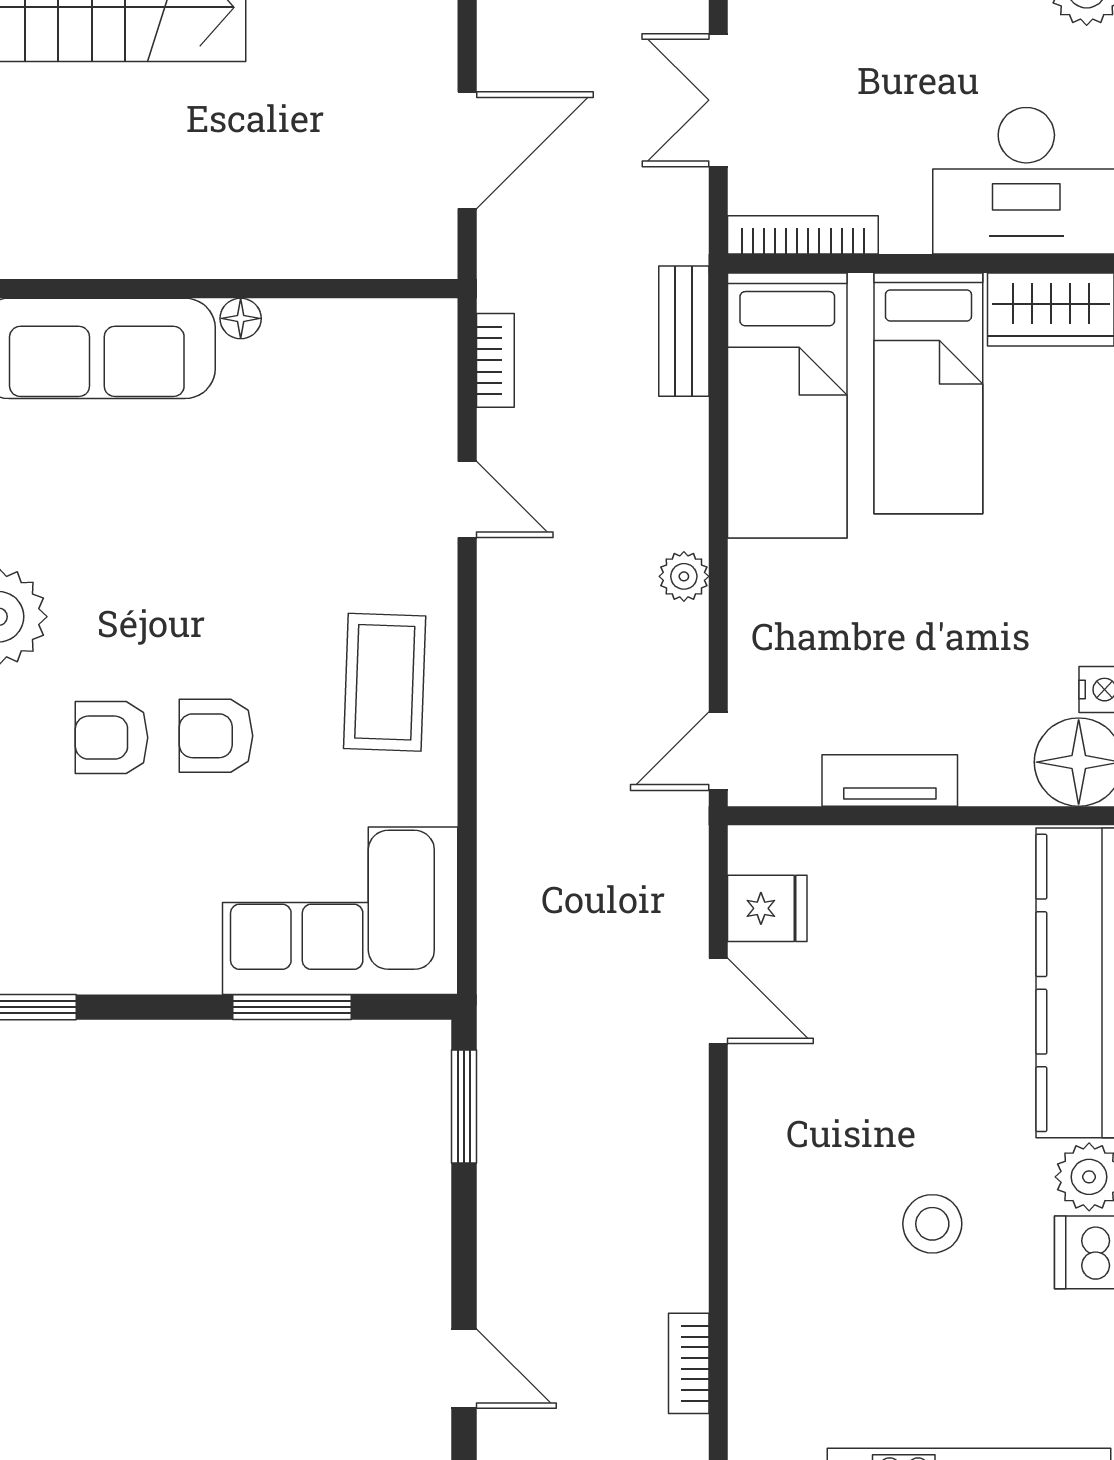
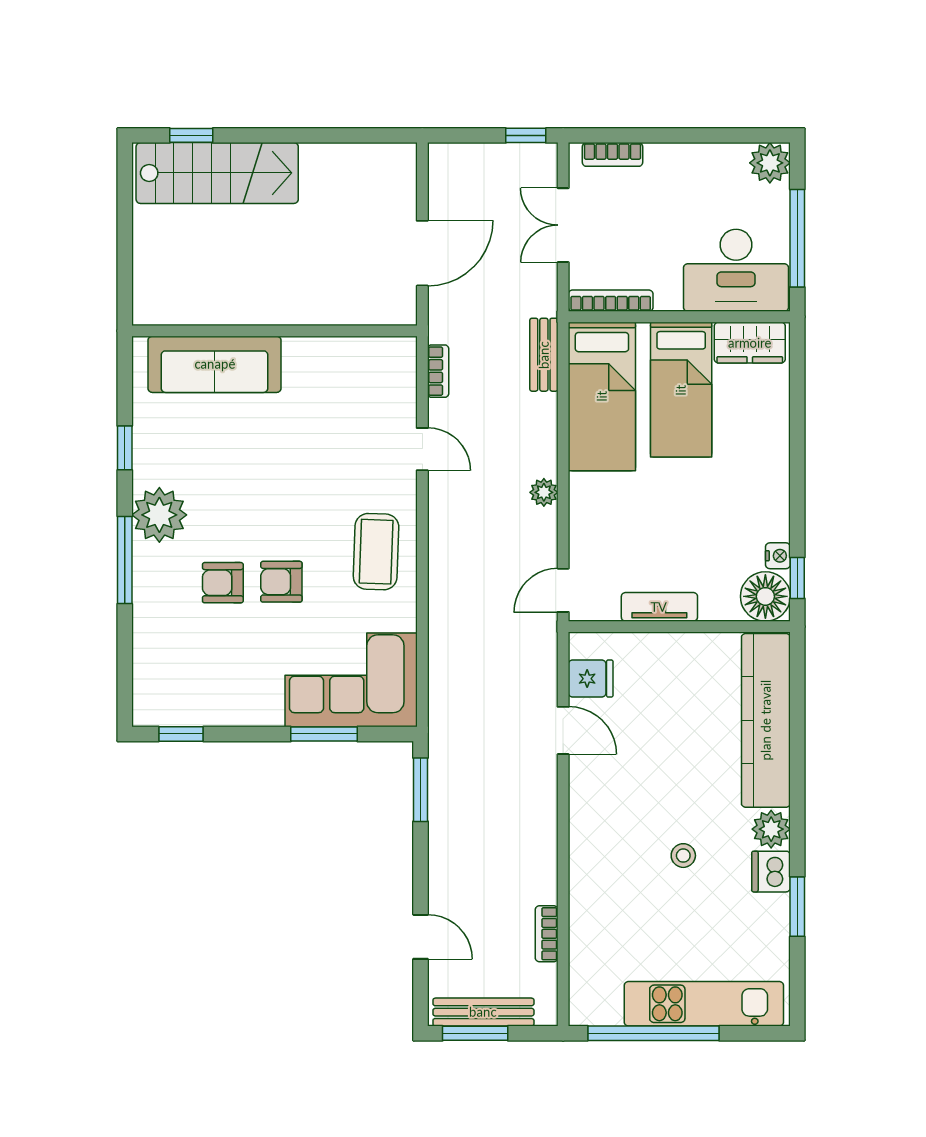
floor lamp: (241, 318) -> (295, 348), removed
stool: (932, 1224) -> (683, 856), width x0.73, depth x0.73

